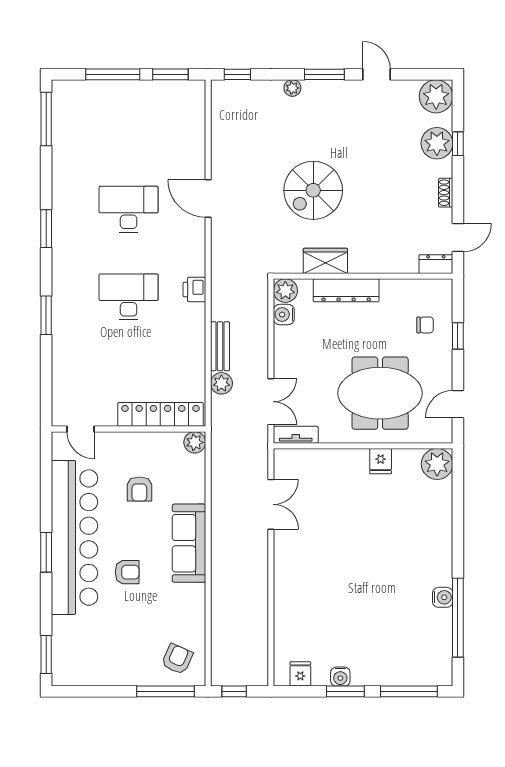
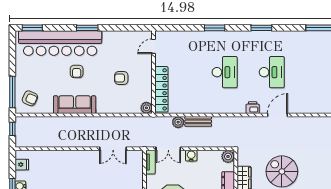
printer: (194, 290) -> (253, 108), moved
water cooler: (284, 315) -> (191, 156), moved
bar counter: (74, 538) -> (60, 43), moved
sofa: (189, 543) -> (75, 105), moved

